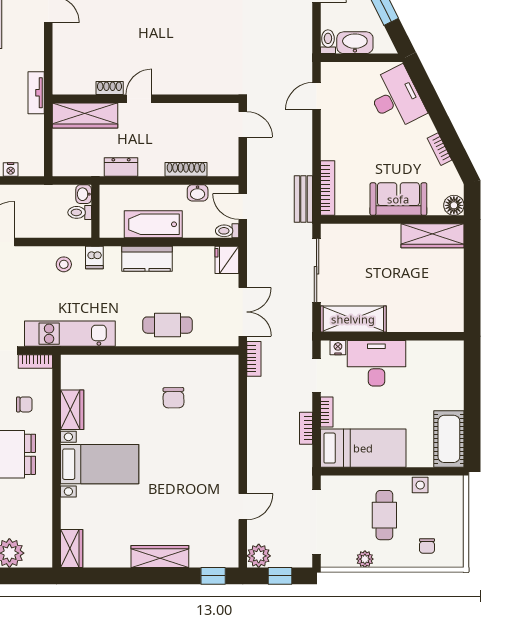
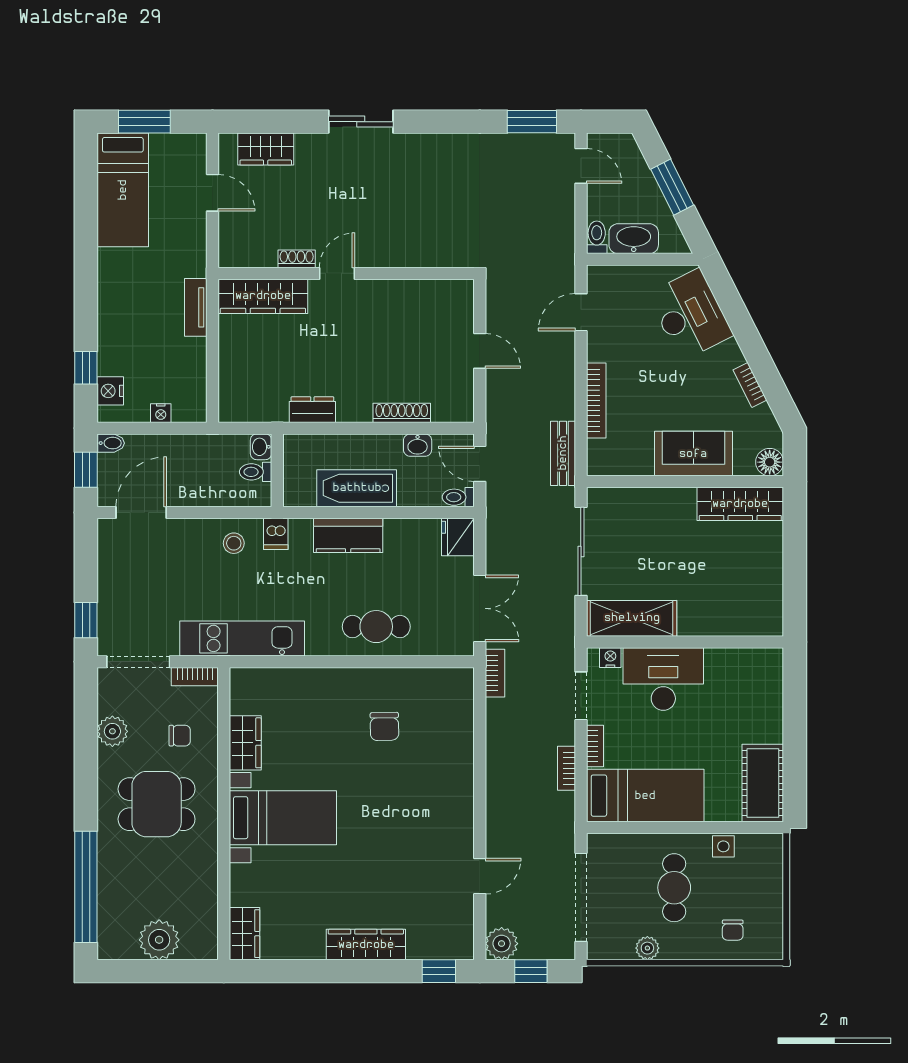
shoe rack: (110, 88) -> (297, 259), moved
door: (139, 99) -> (337, 273), moved
wall: (146, 99) -> (346, 273), moved
wardrobe: (85, 115) -> (263, 296), moved
bookcase: (328, 188) -> (596, 400), moved

